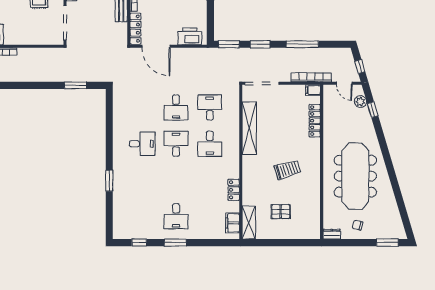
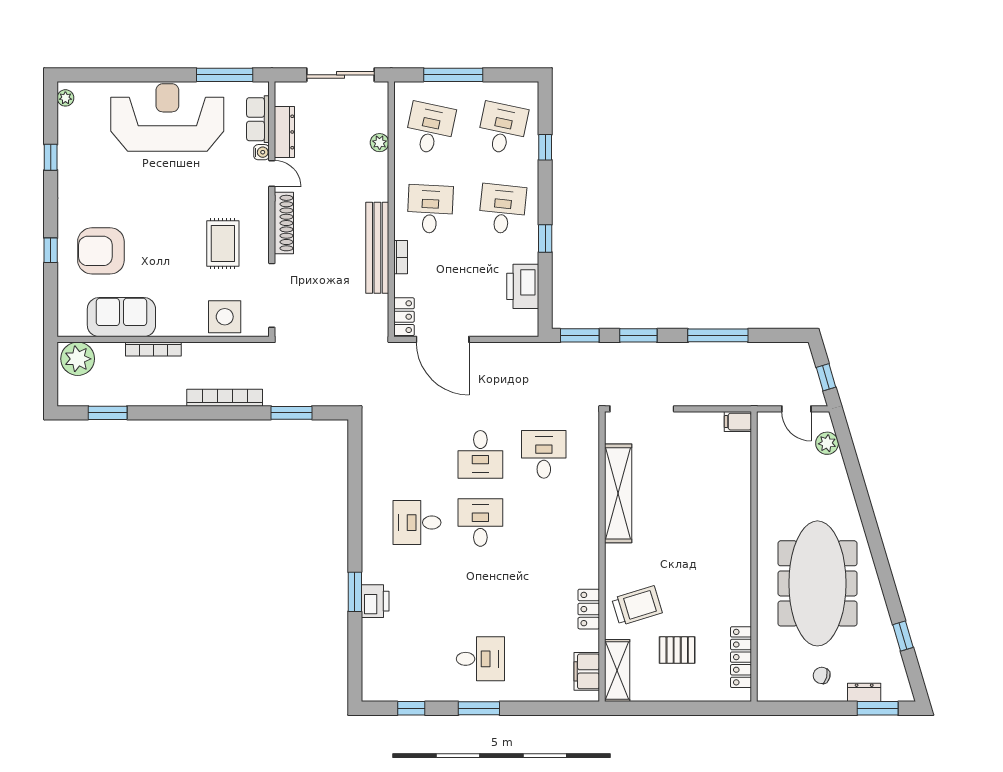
locker: (135, 29) -> (404, 317), width x0.66
side table: (40, 34) -> (225, 317), added
printer: (190, 36) -> (523, 286), moved, turned -90
bookcase: (311, 77) -> (225, 398), moved
window: (373, 110) -> (903, 636), moved
locker: (315, 121) -> (741, 657), moved
desk: (142, 144) -> (417, 523), turned 180
desk: (210, 144) -> (544, 523), removed
trolley: (287, 170) -> (637, 606), moved
printer: (120, 186) -> (375, 601), added
desk: (176, 216) -> (480, 659), turned -90
dresser: (332, 234) -> (864, 692), moved

